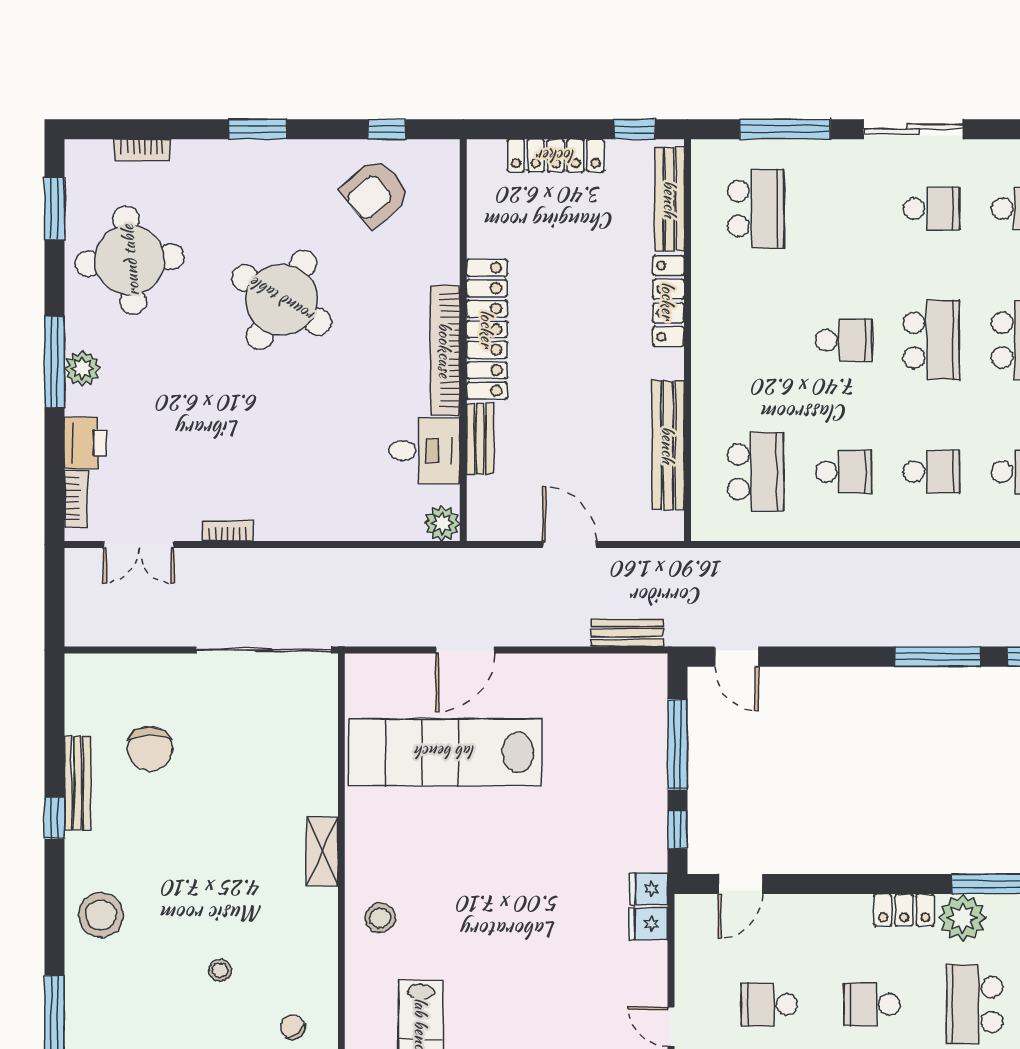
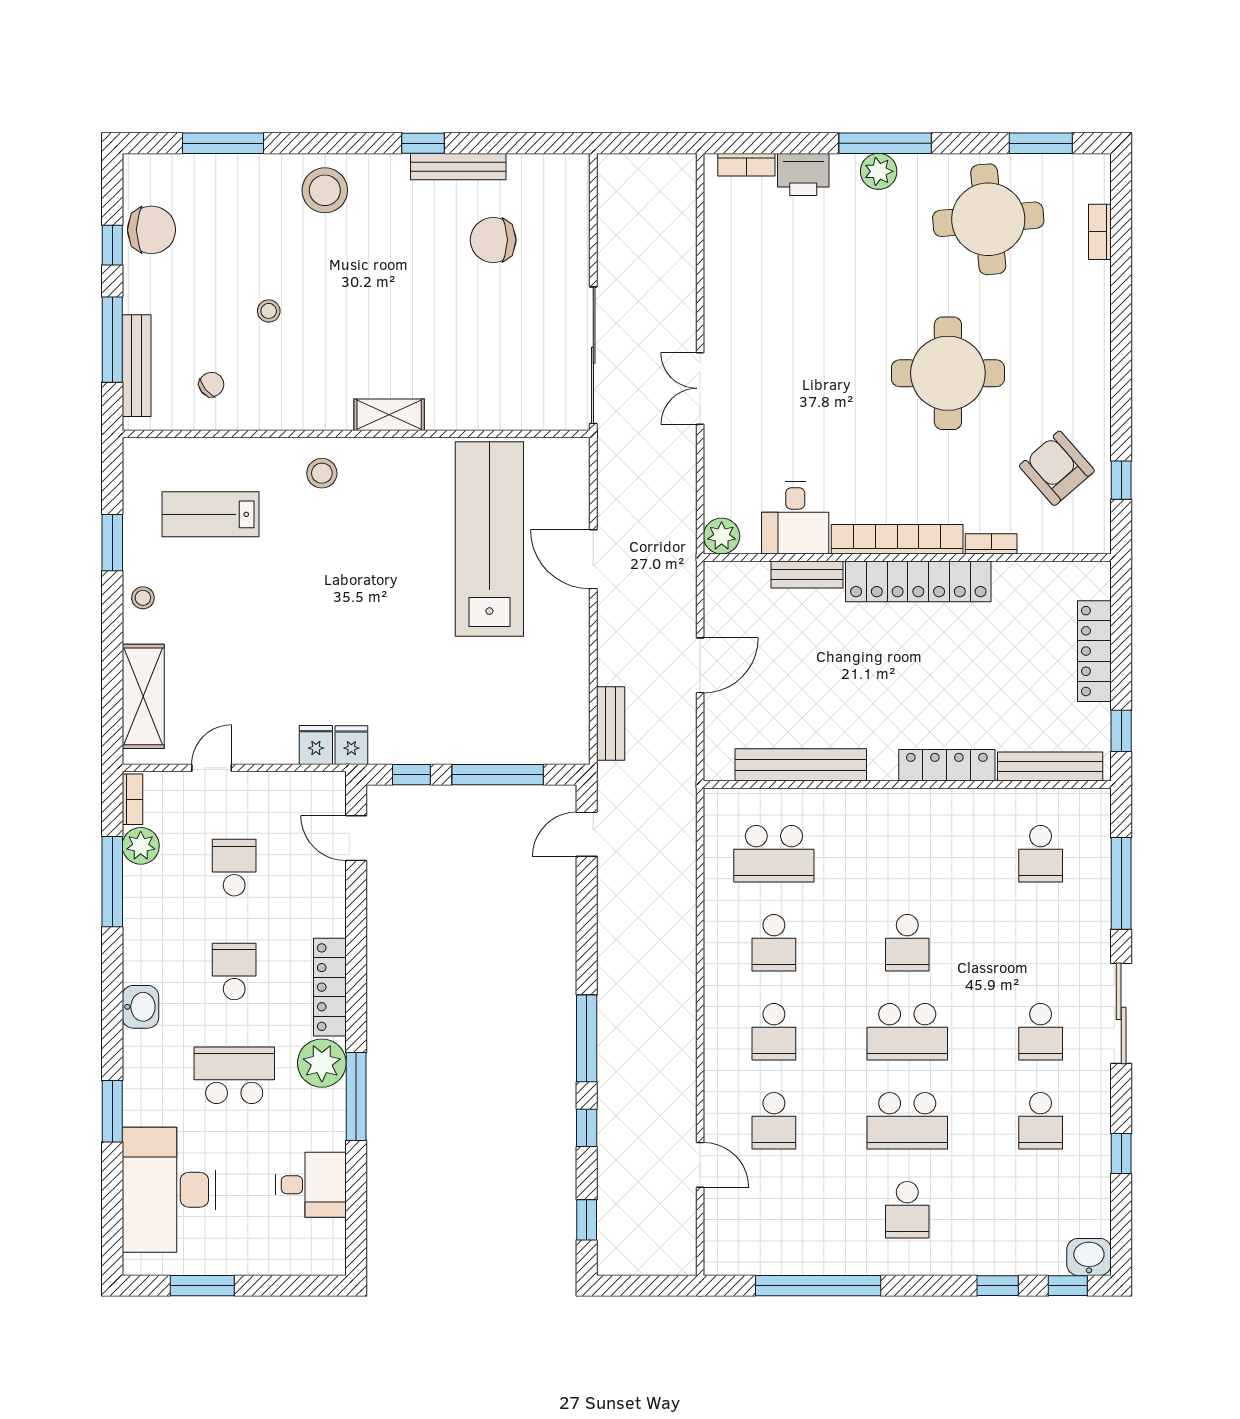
window: (258, 129) -> (1121, 349), removed
school desk: (756, 209) -> (1041, 854), width x0.54
round table: (282, 300) -> (948, 373), turned -31
bookcase: (228, 531) -> (991, 544), moved, turned -90
double door: (139, 545) -> (700, 388), moved
locker: (904, 910) -> (330, 987), width x1.53

